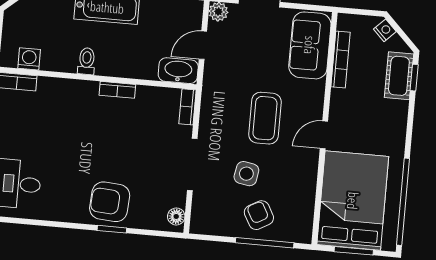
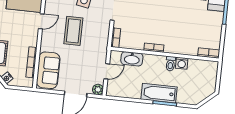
washing machine: (29, 59) -> (182, 63), moved
washbasin: (178, 71) -> (132, 59), moved

